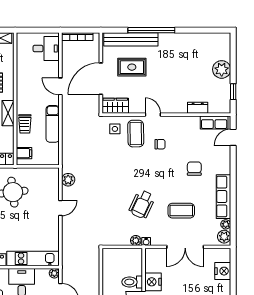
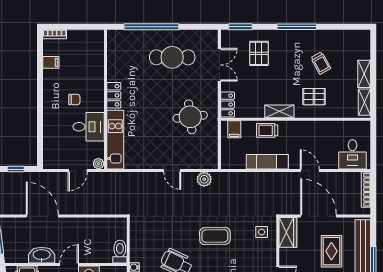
door: (60, 86) -> (310, 171), hinge flipped
coffee table: (136, 134) -> (215, 236), moved
plant: (136, 241) -> (136, 256), removed
toilet: (132, 282) -> (120, 252), moved

